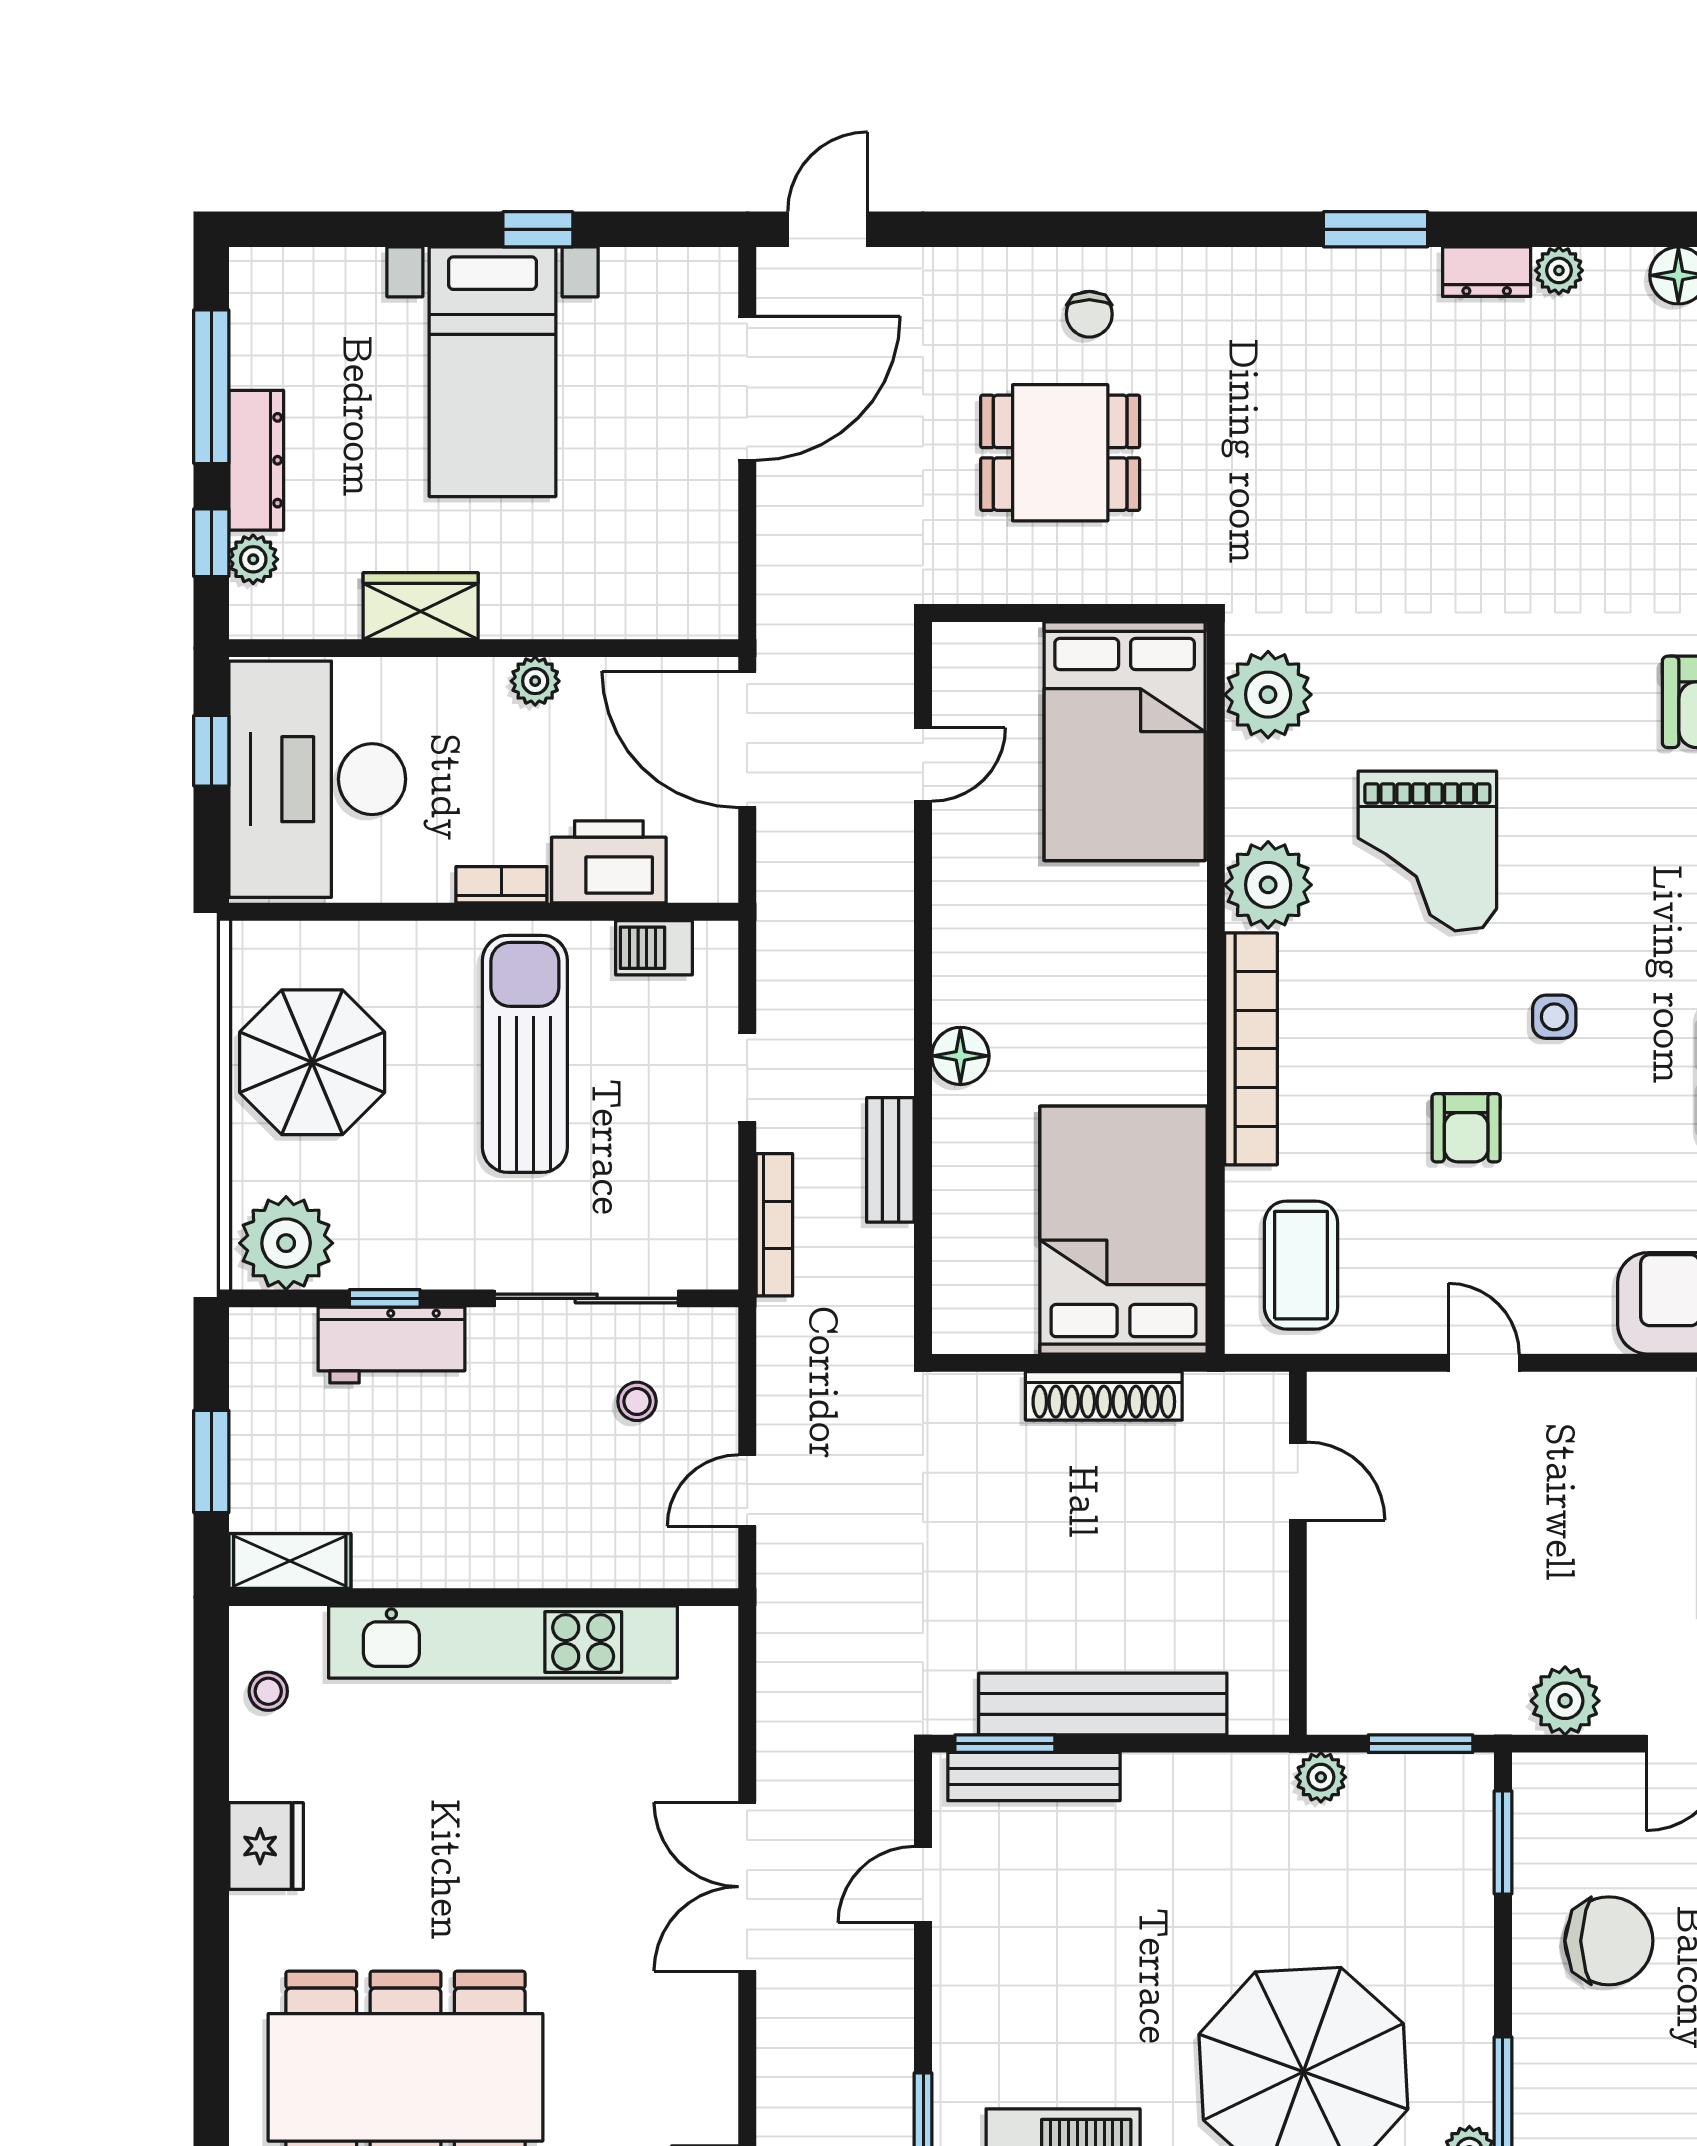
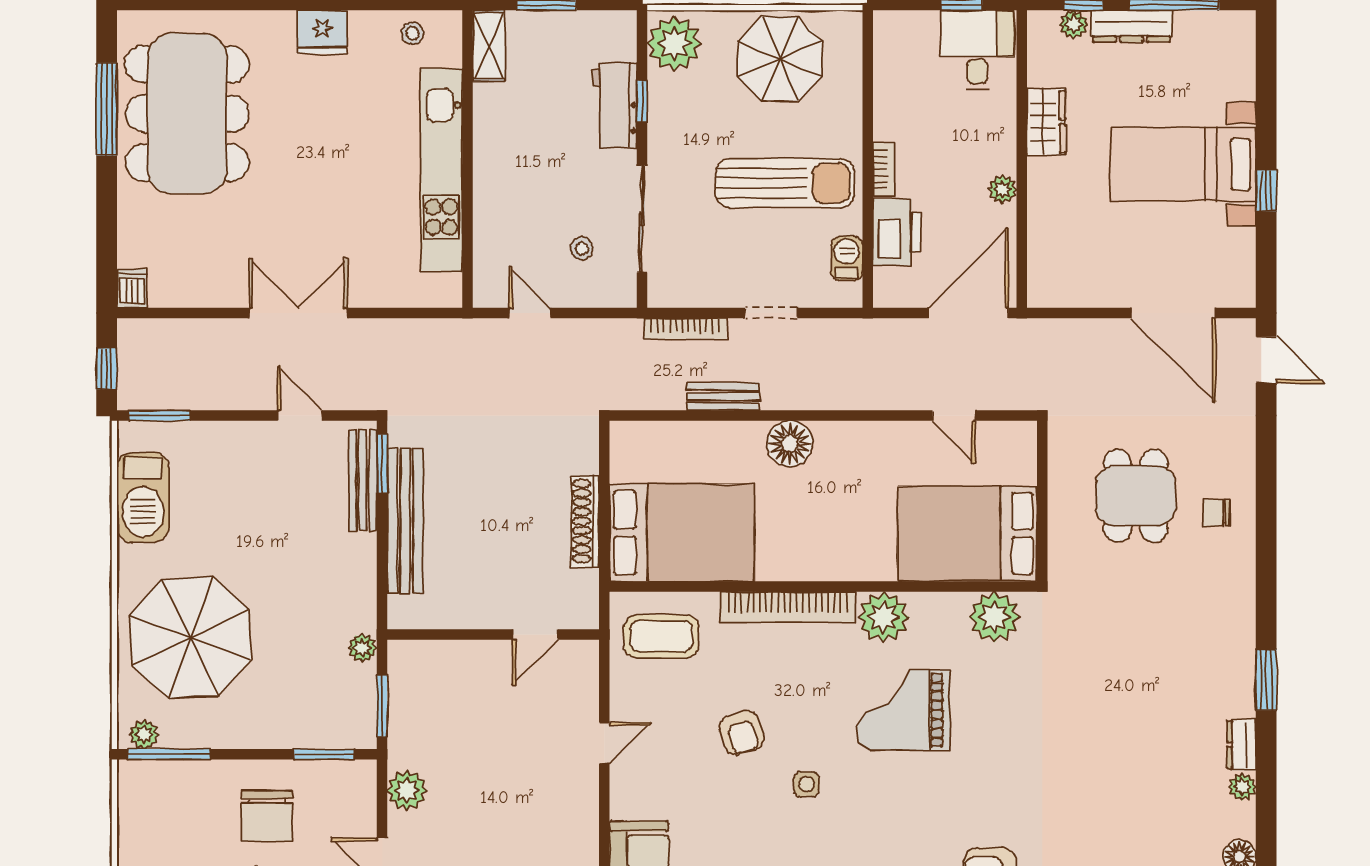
desk: (317, 779) -> (977, 50), width x0.53, depth x0.77
floor lamp: (960, 1056) -> (790, 444), width x1.38, depth x1.38
armchair: (1466, 1128) -> (742, 733), turned -108

